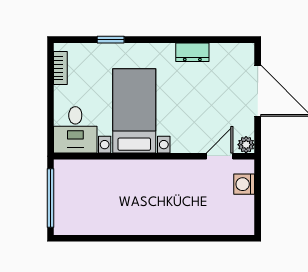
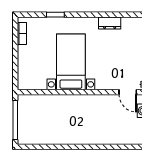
desk: (75, 130) -> (32, 75), removed
door: (220, 156) -> (128, 92), swing flipped

